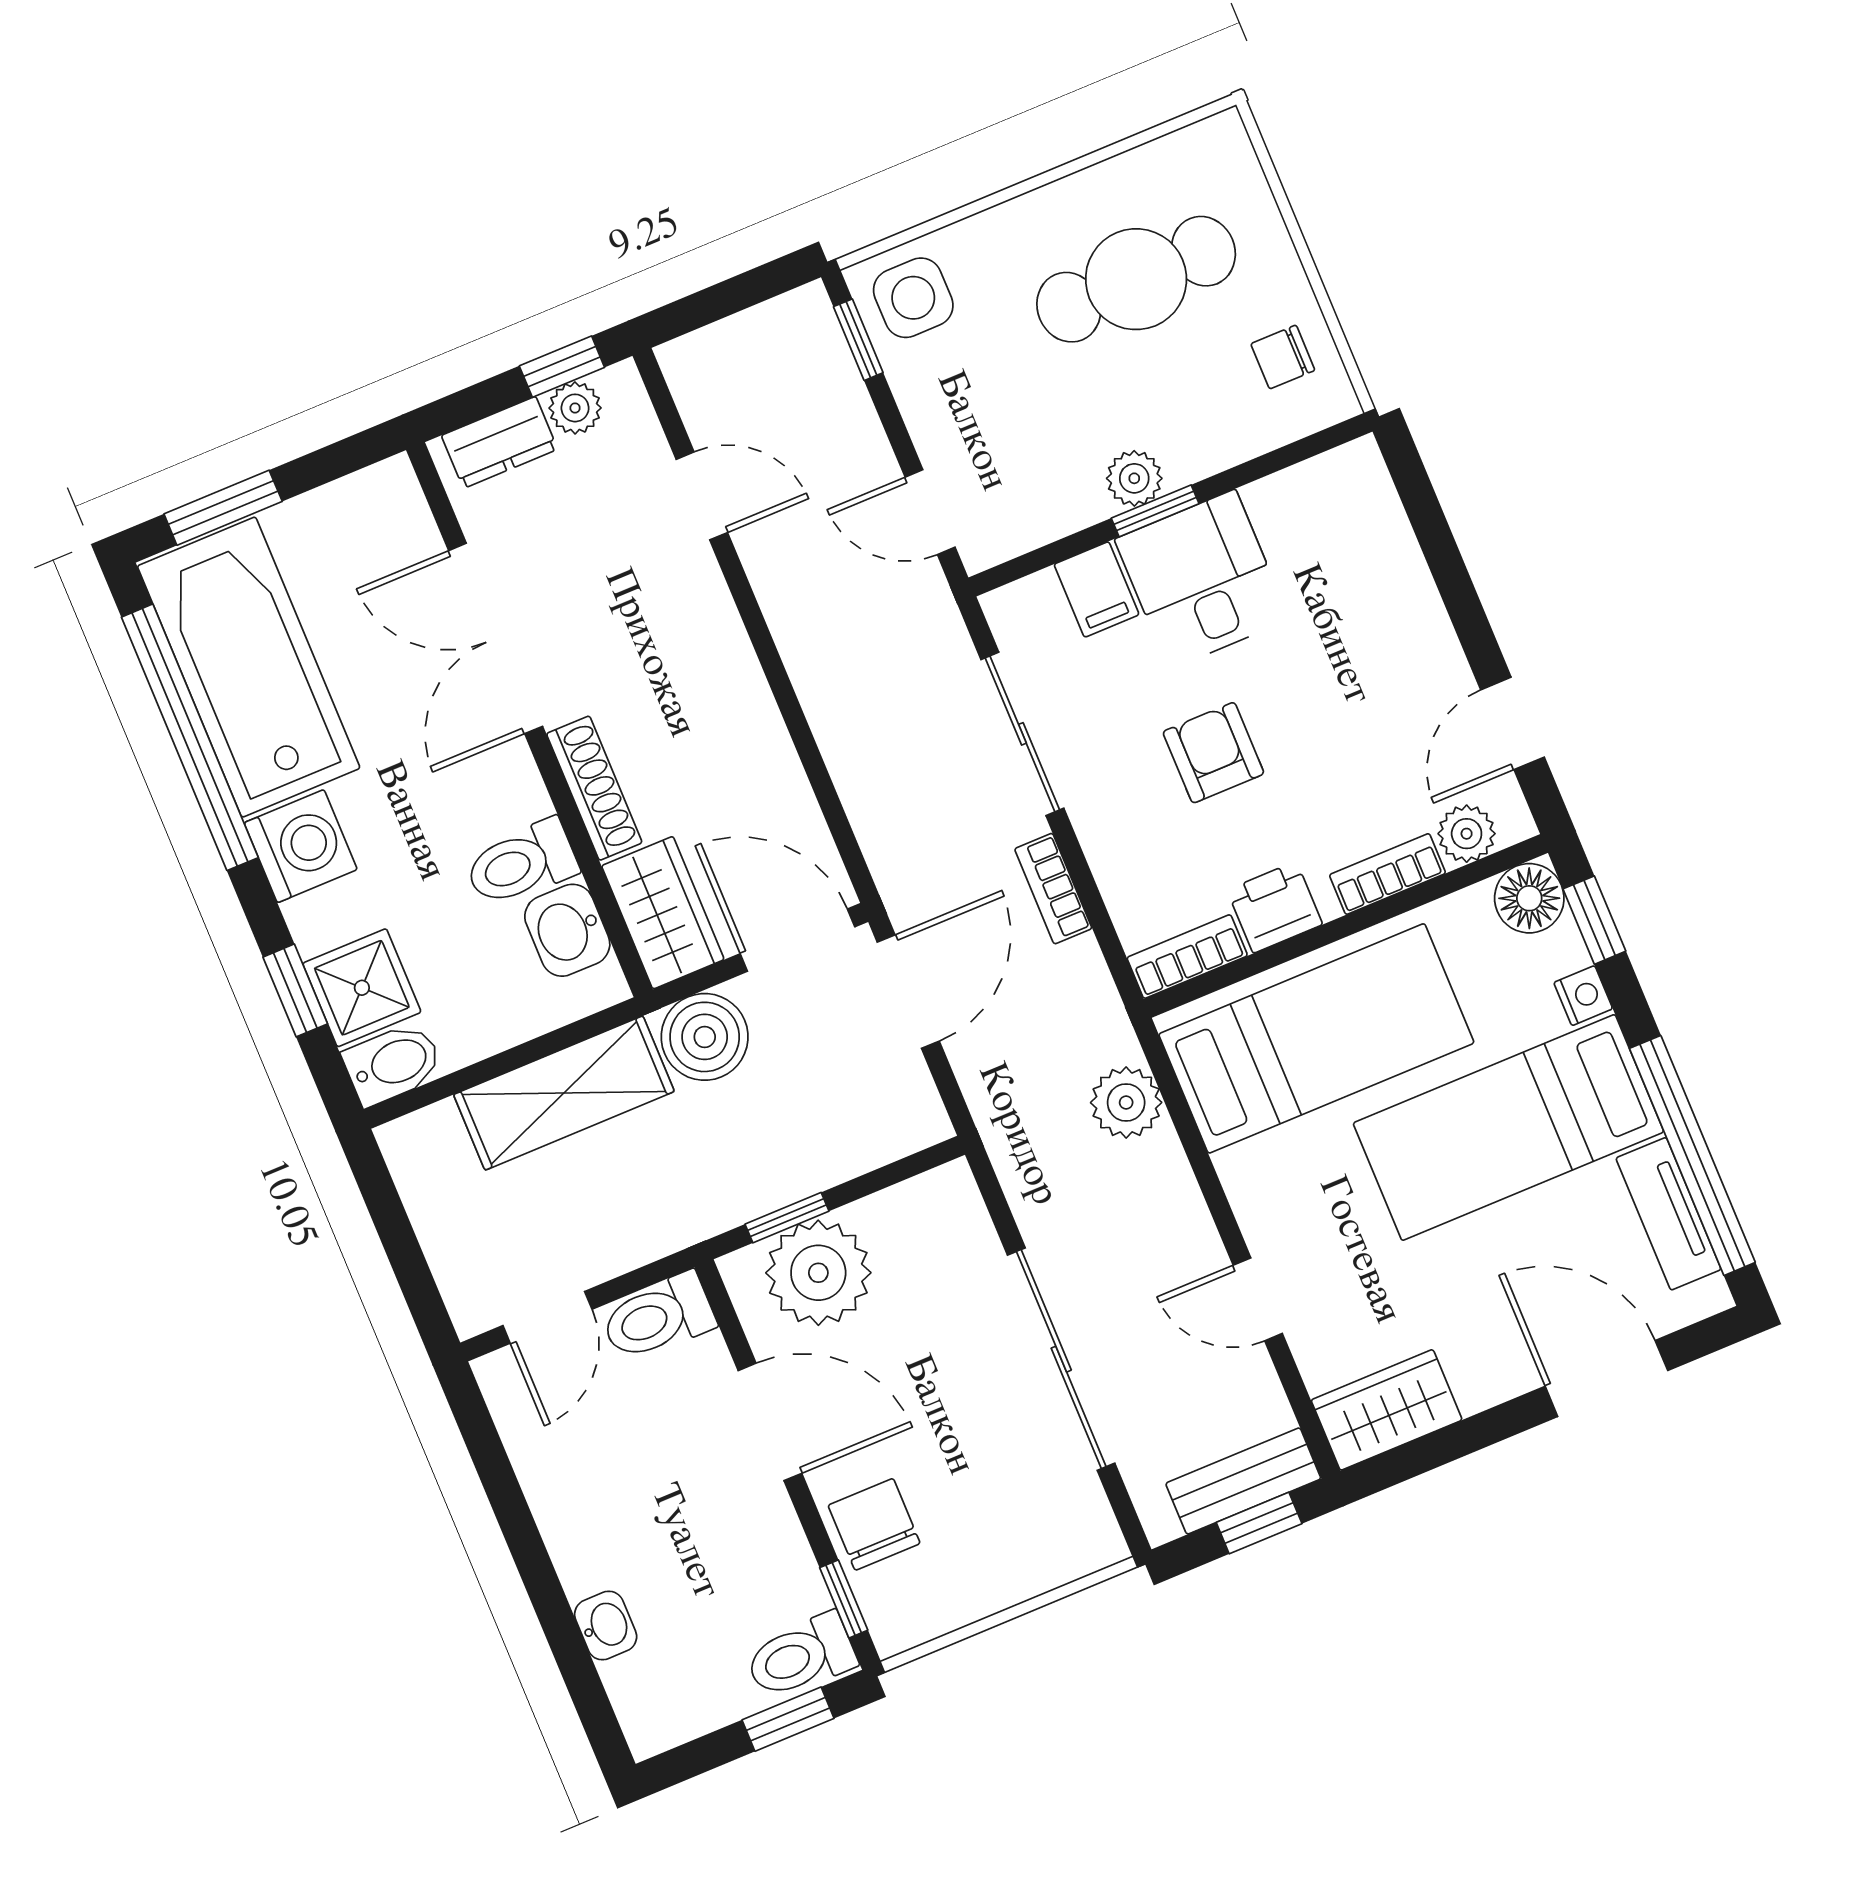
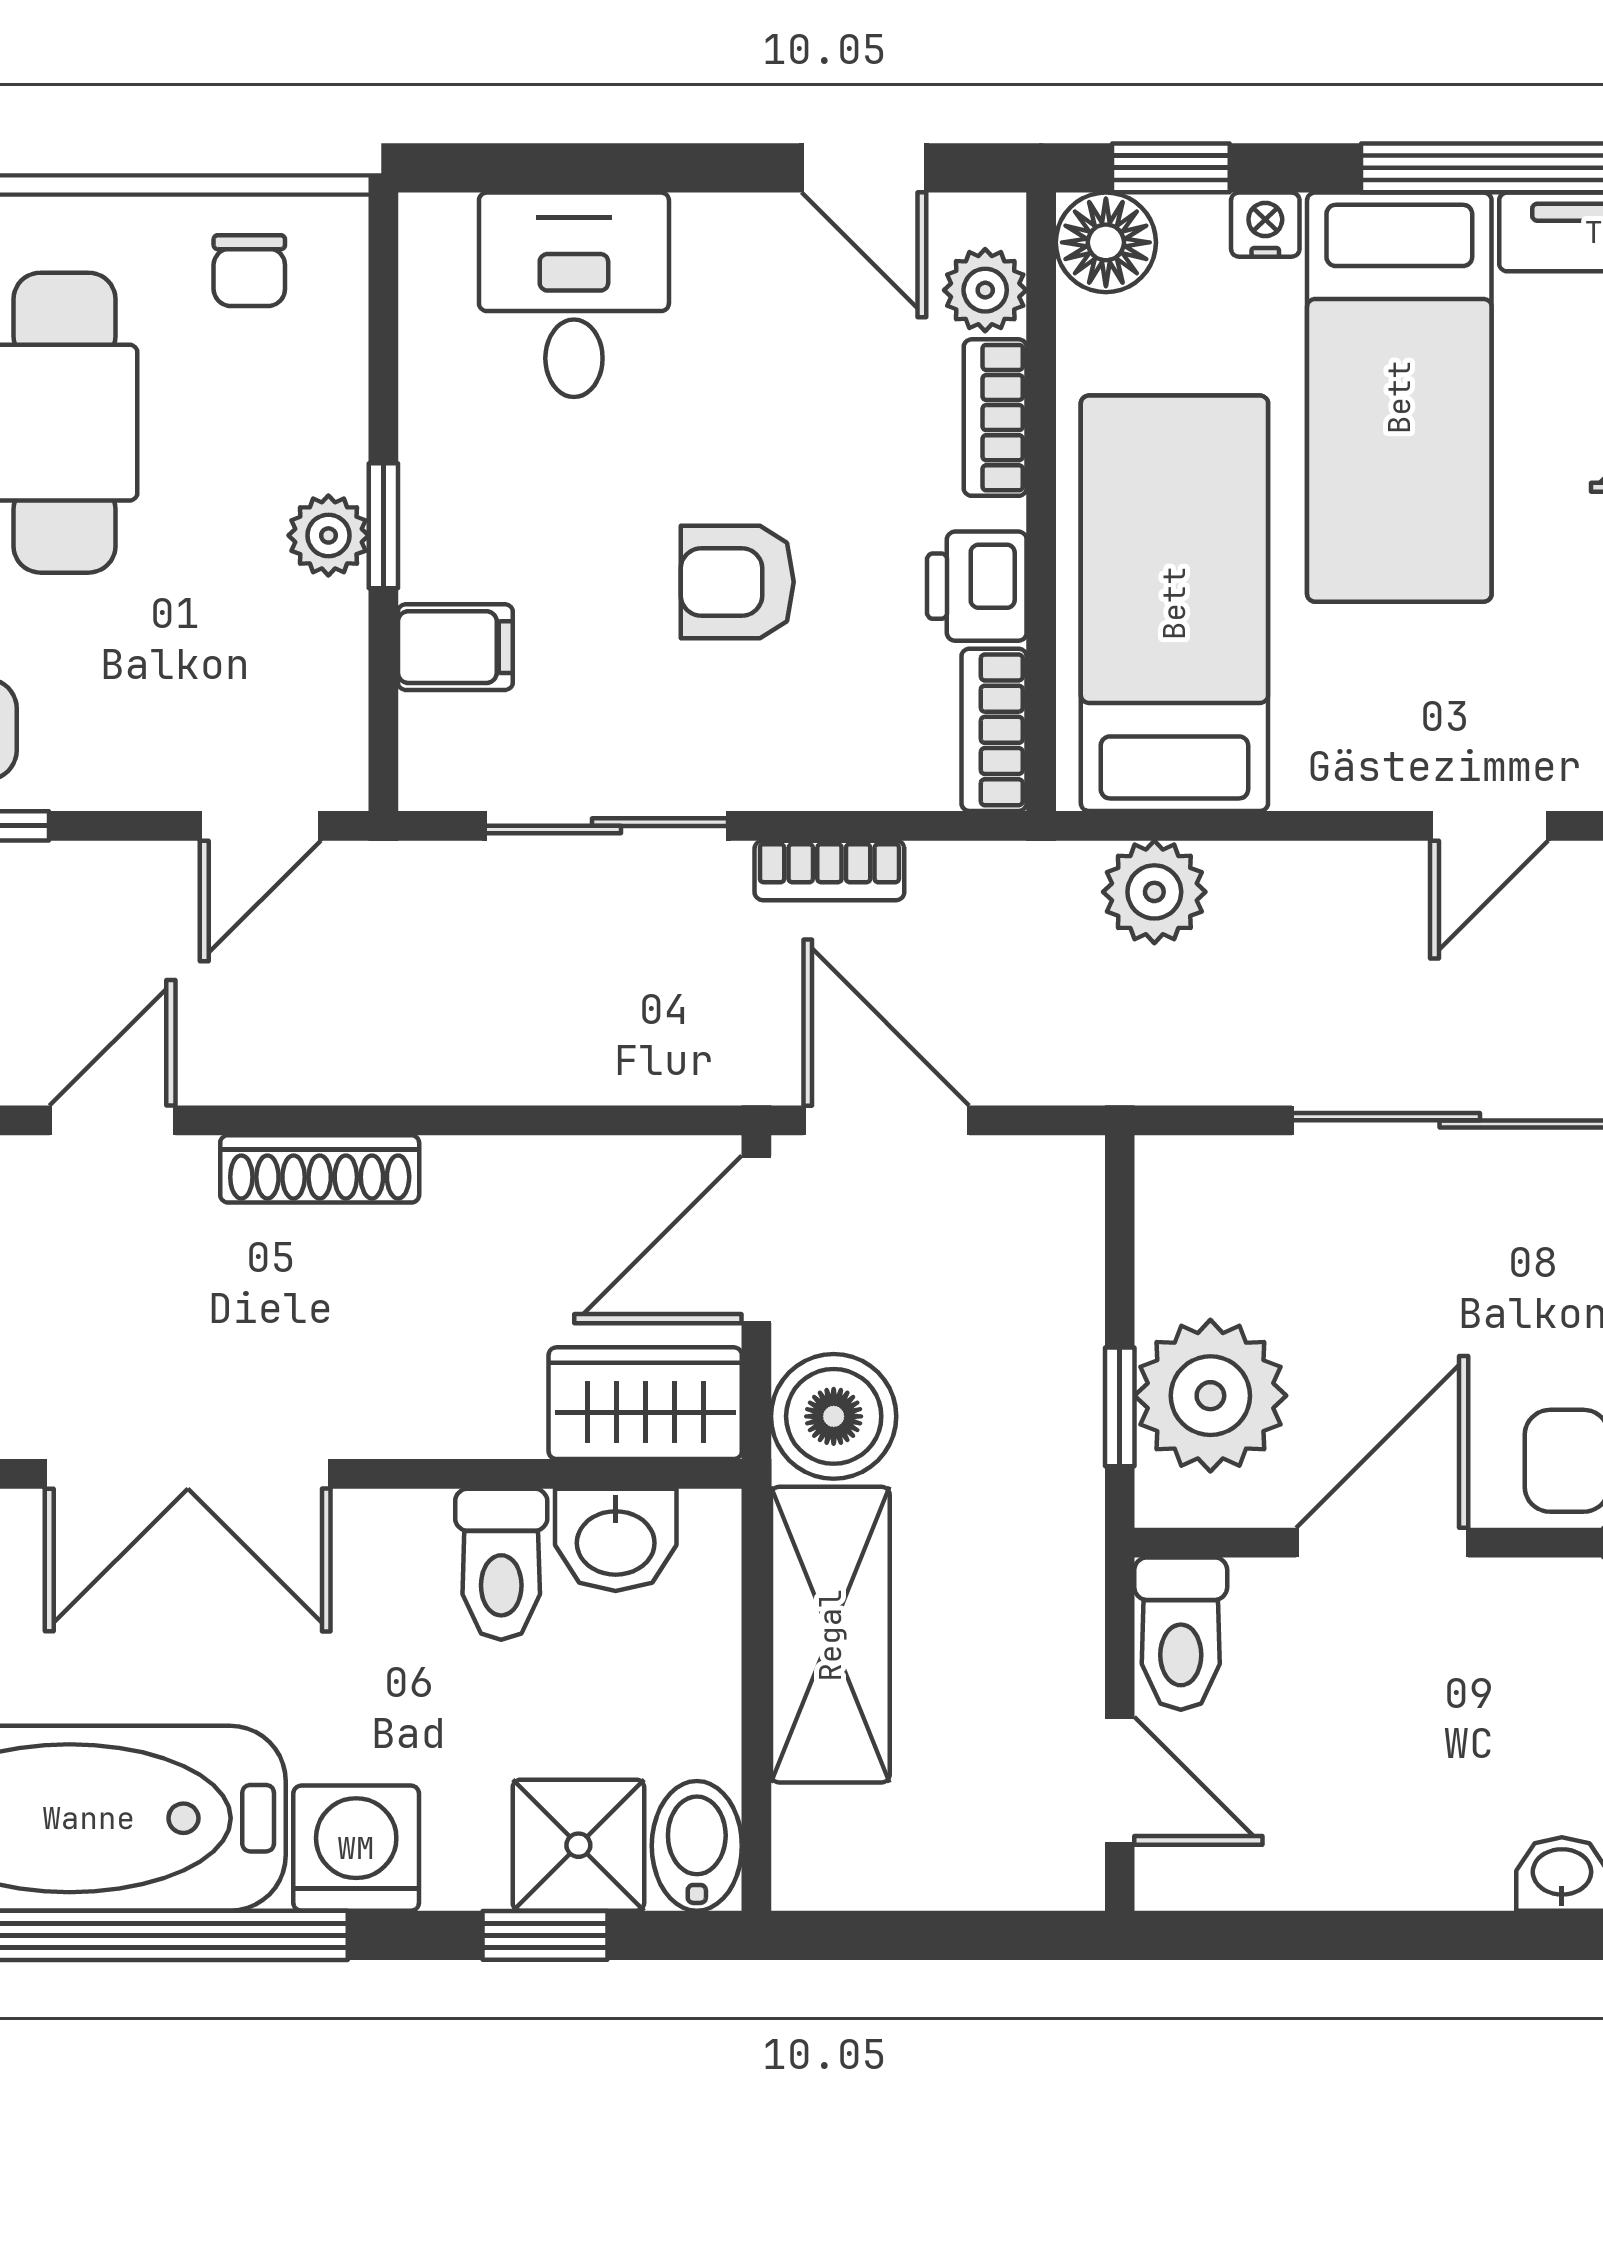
desk: (1202, 579) -> (574, 295), moved, turned 90
shoe rack: (594, 788) -> (320, 1169), moved, turned 180

